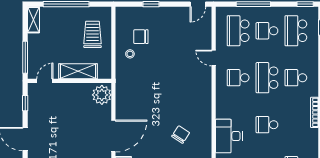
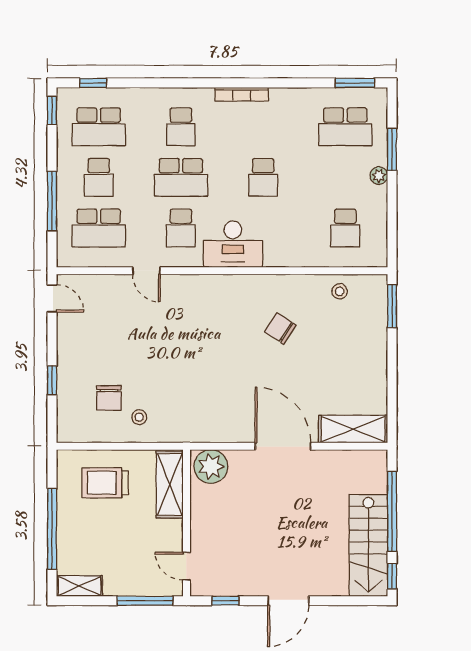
door: (214, 58) -> (146, 271), hinge flipped
shelving: (78, 71) -> (170, 485), moved
desk: (229, 136) -> (233, 244), moved

